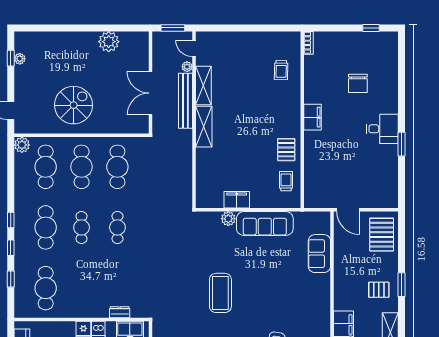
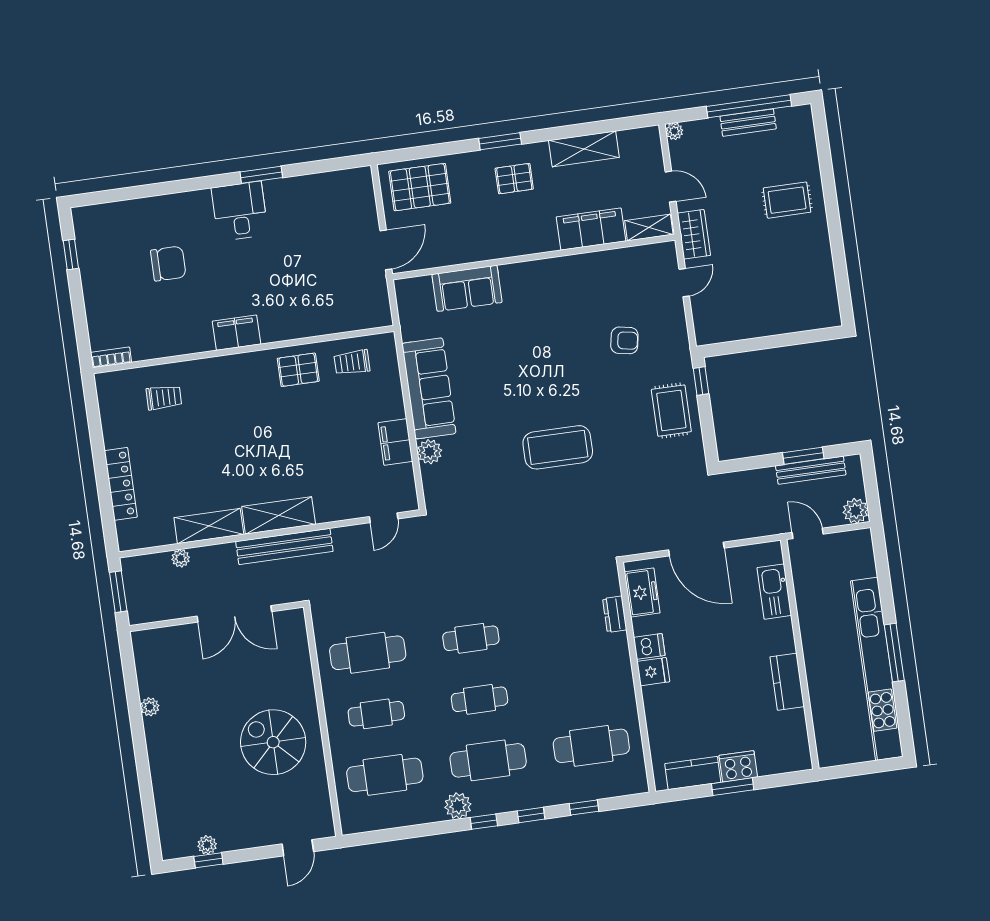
locker: (235, 38) -> (121, 484), added
plant: (109, 42) -> (150, 707), width x0.53, depth x0.53
door: (194, 48) -> (384, 518), moved
bench: (185, 101) -> (284, 546), moved
plant: (22, 145) -> (458, 806), moved
cafe table: (82, 167) -> (376, 714), width x0.73, depth x0.74
pallet: (379, 290) -> (514, 179), turned 90

